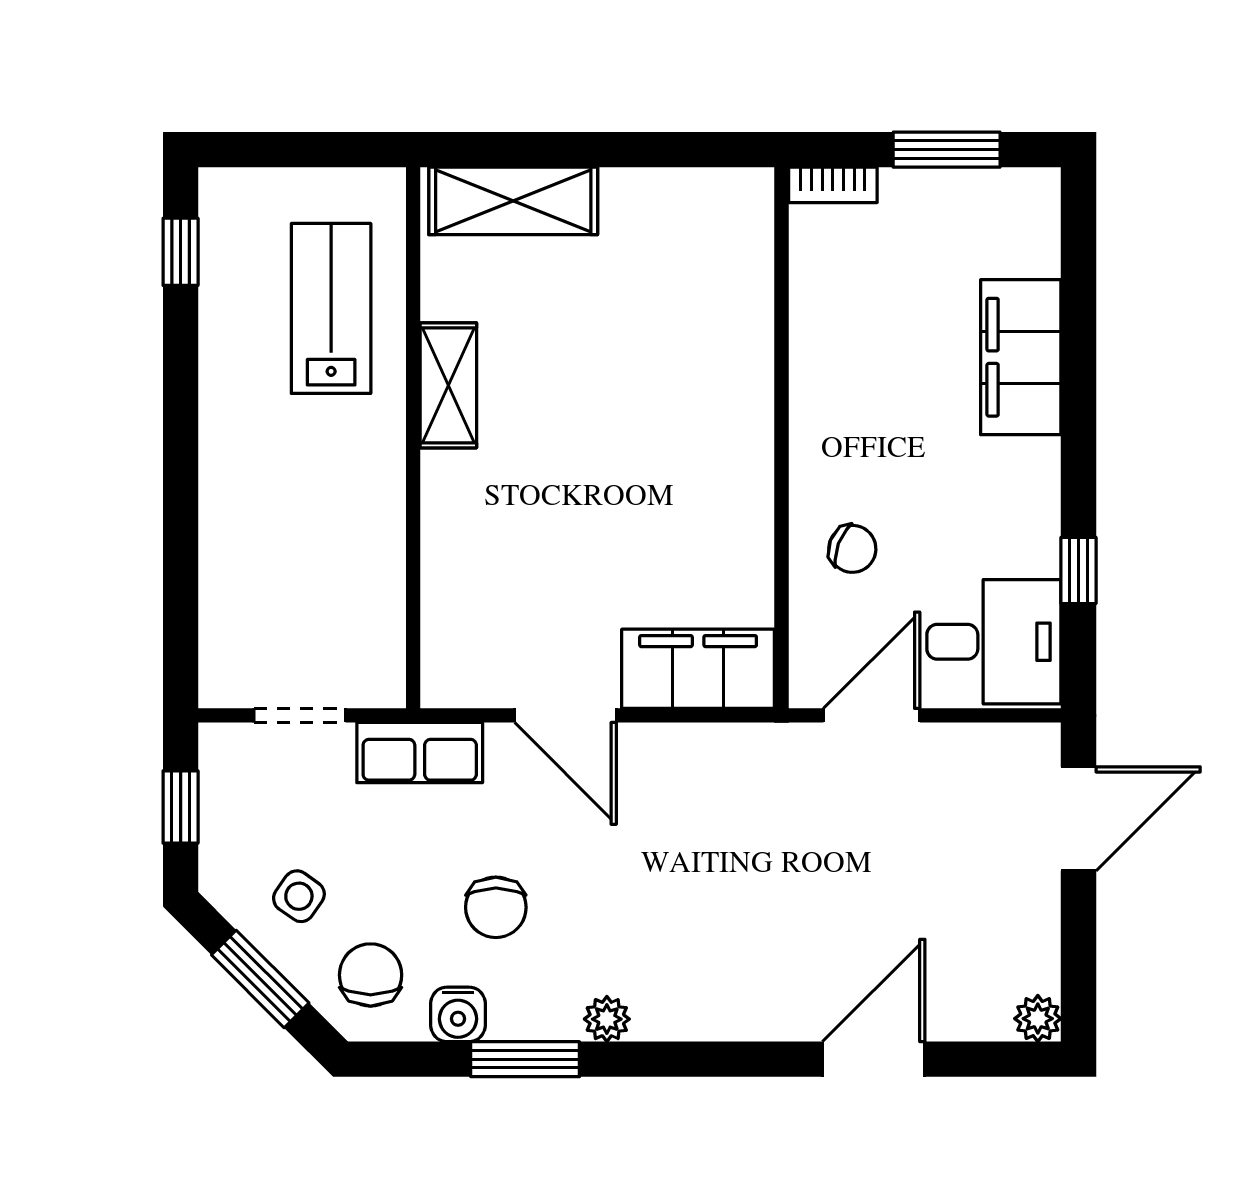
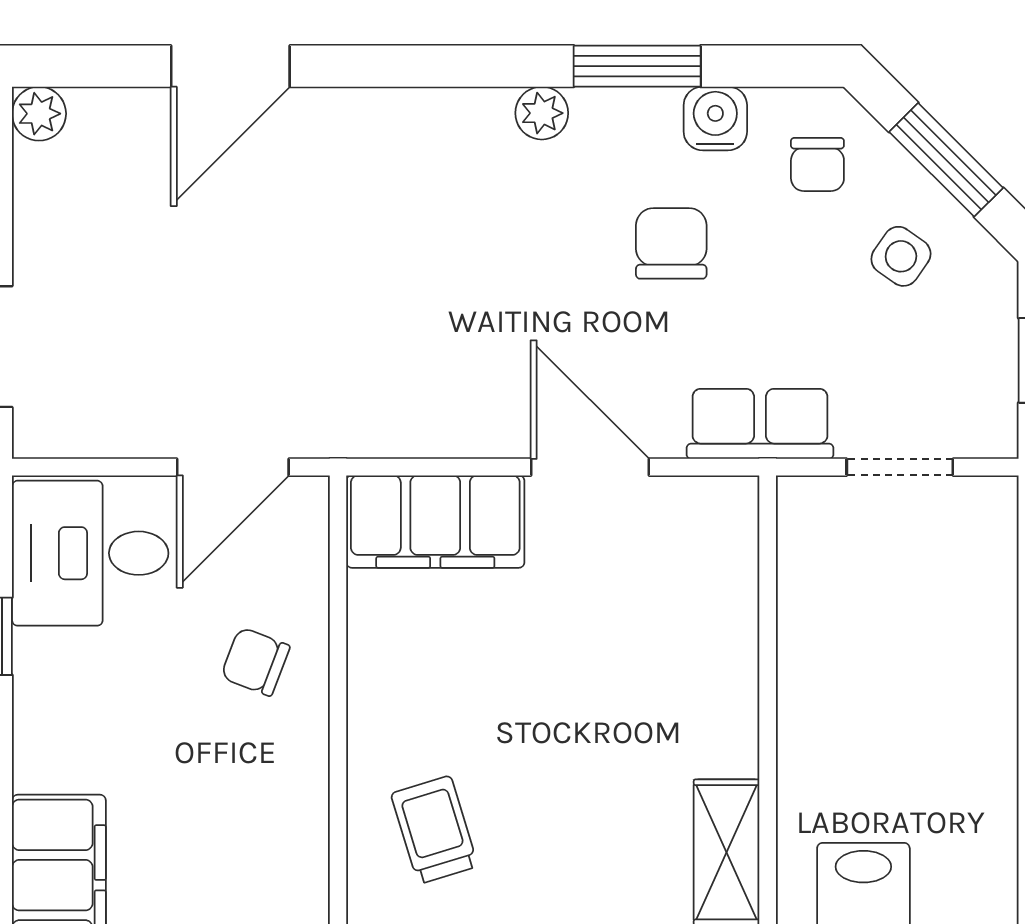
trolley: (699, 405) -> (434, 830), added
chair: (371, 975) -> (817, 164), width x0.73, depth x0.73

